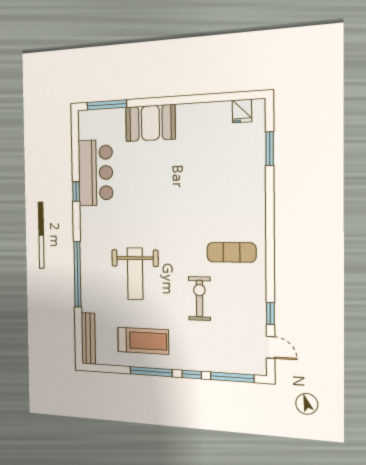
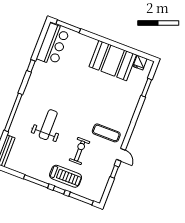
booth: (150, 123) -> (113, 61), moved, width x1.36, depth x1.42
bar counter: (95, 173) -> (53, 44), moved
weight bench: (135, 274) -> (48, 125), turned 180
treadmill: (143, 341) -> (66, 176), moved
door: (271, 347) -> (121, 155), moved

